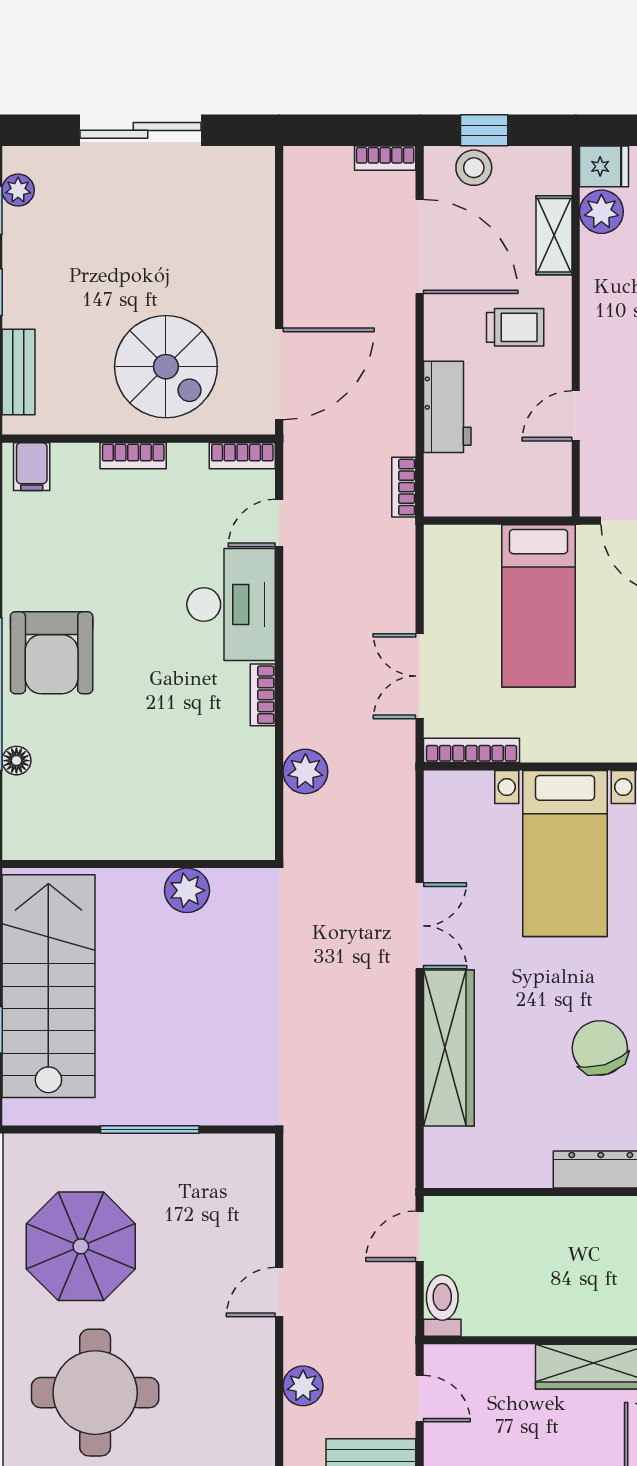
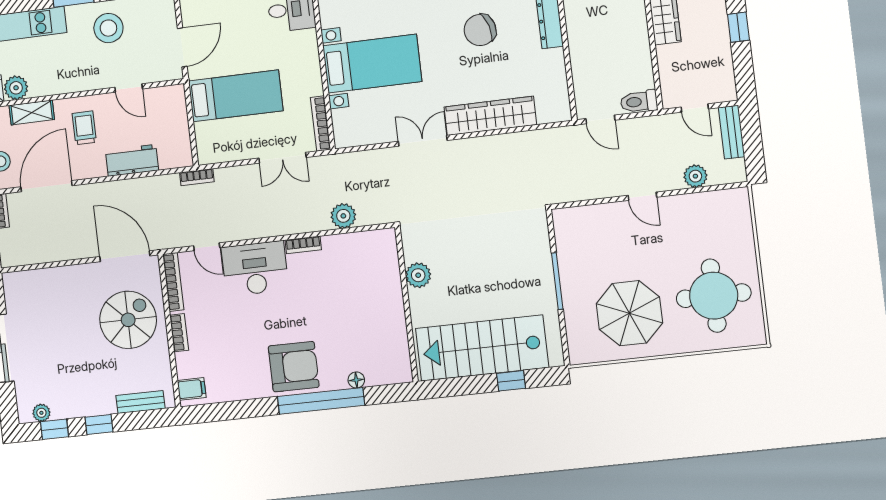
bookcase: (242, 456) -> (173, 282), width x1.56
bookcase: (404, 487) -> (197, 177), moved
door: (420, 1398) -> (695, 108), swing flipped

